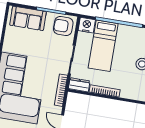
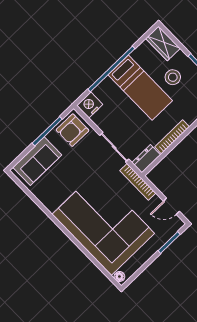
bed: (103, 46) -> (140, 88), moved

